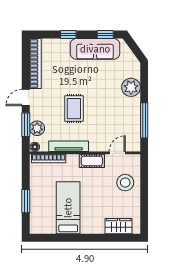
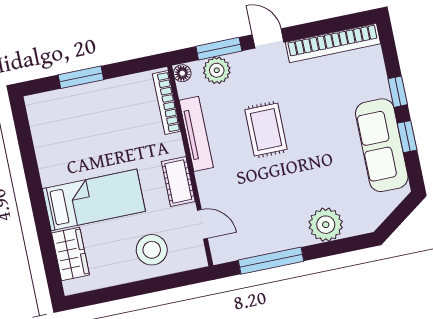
window: (105, 34) -> (407, 137), moved
rug: (74, 109) -> (266, 130), turned 90
bed: (68, 208) -> (94, 200), moved

